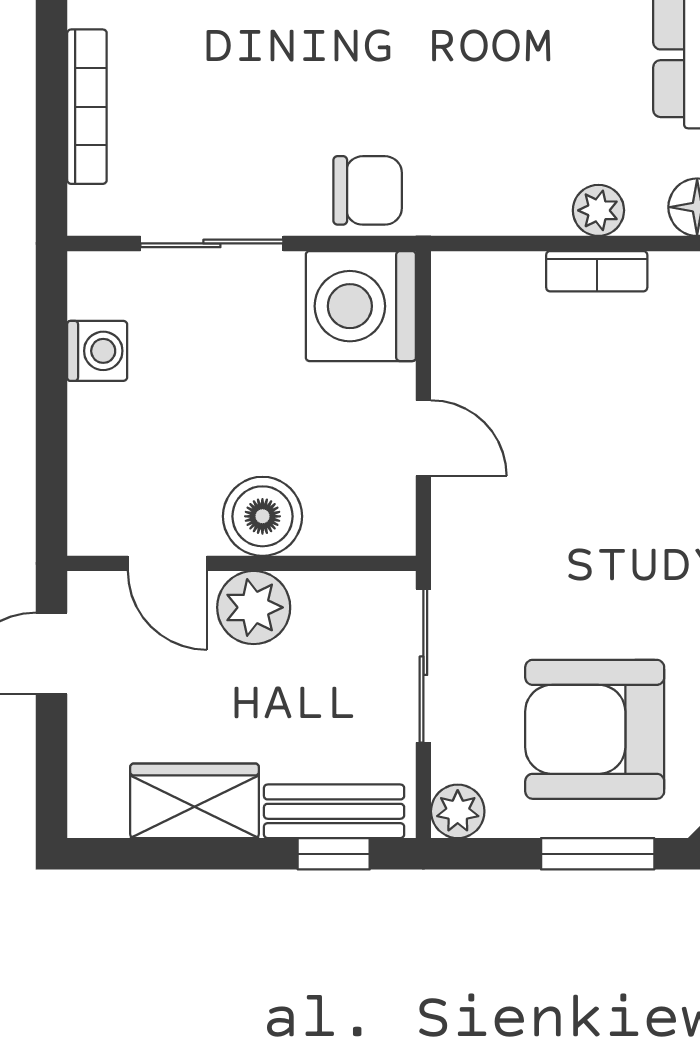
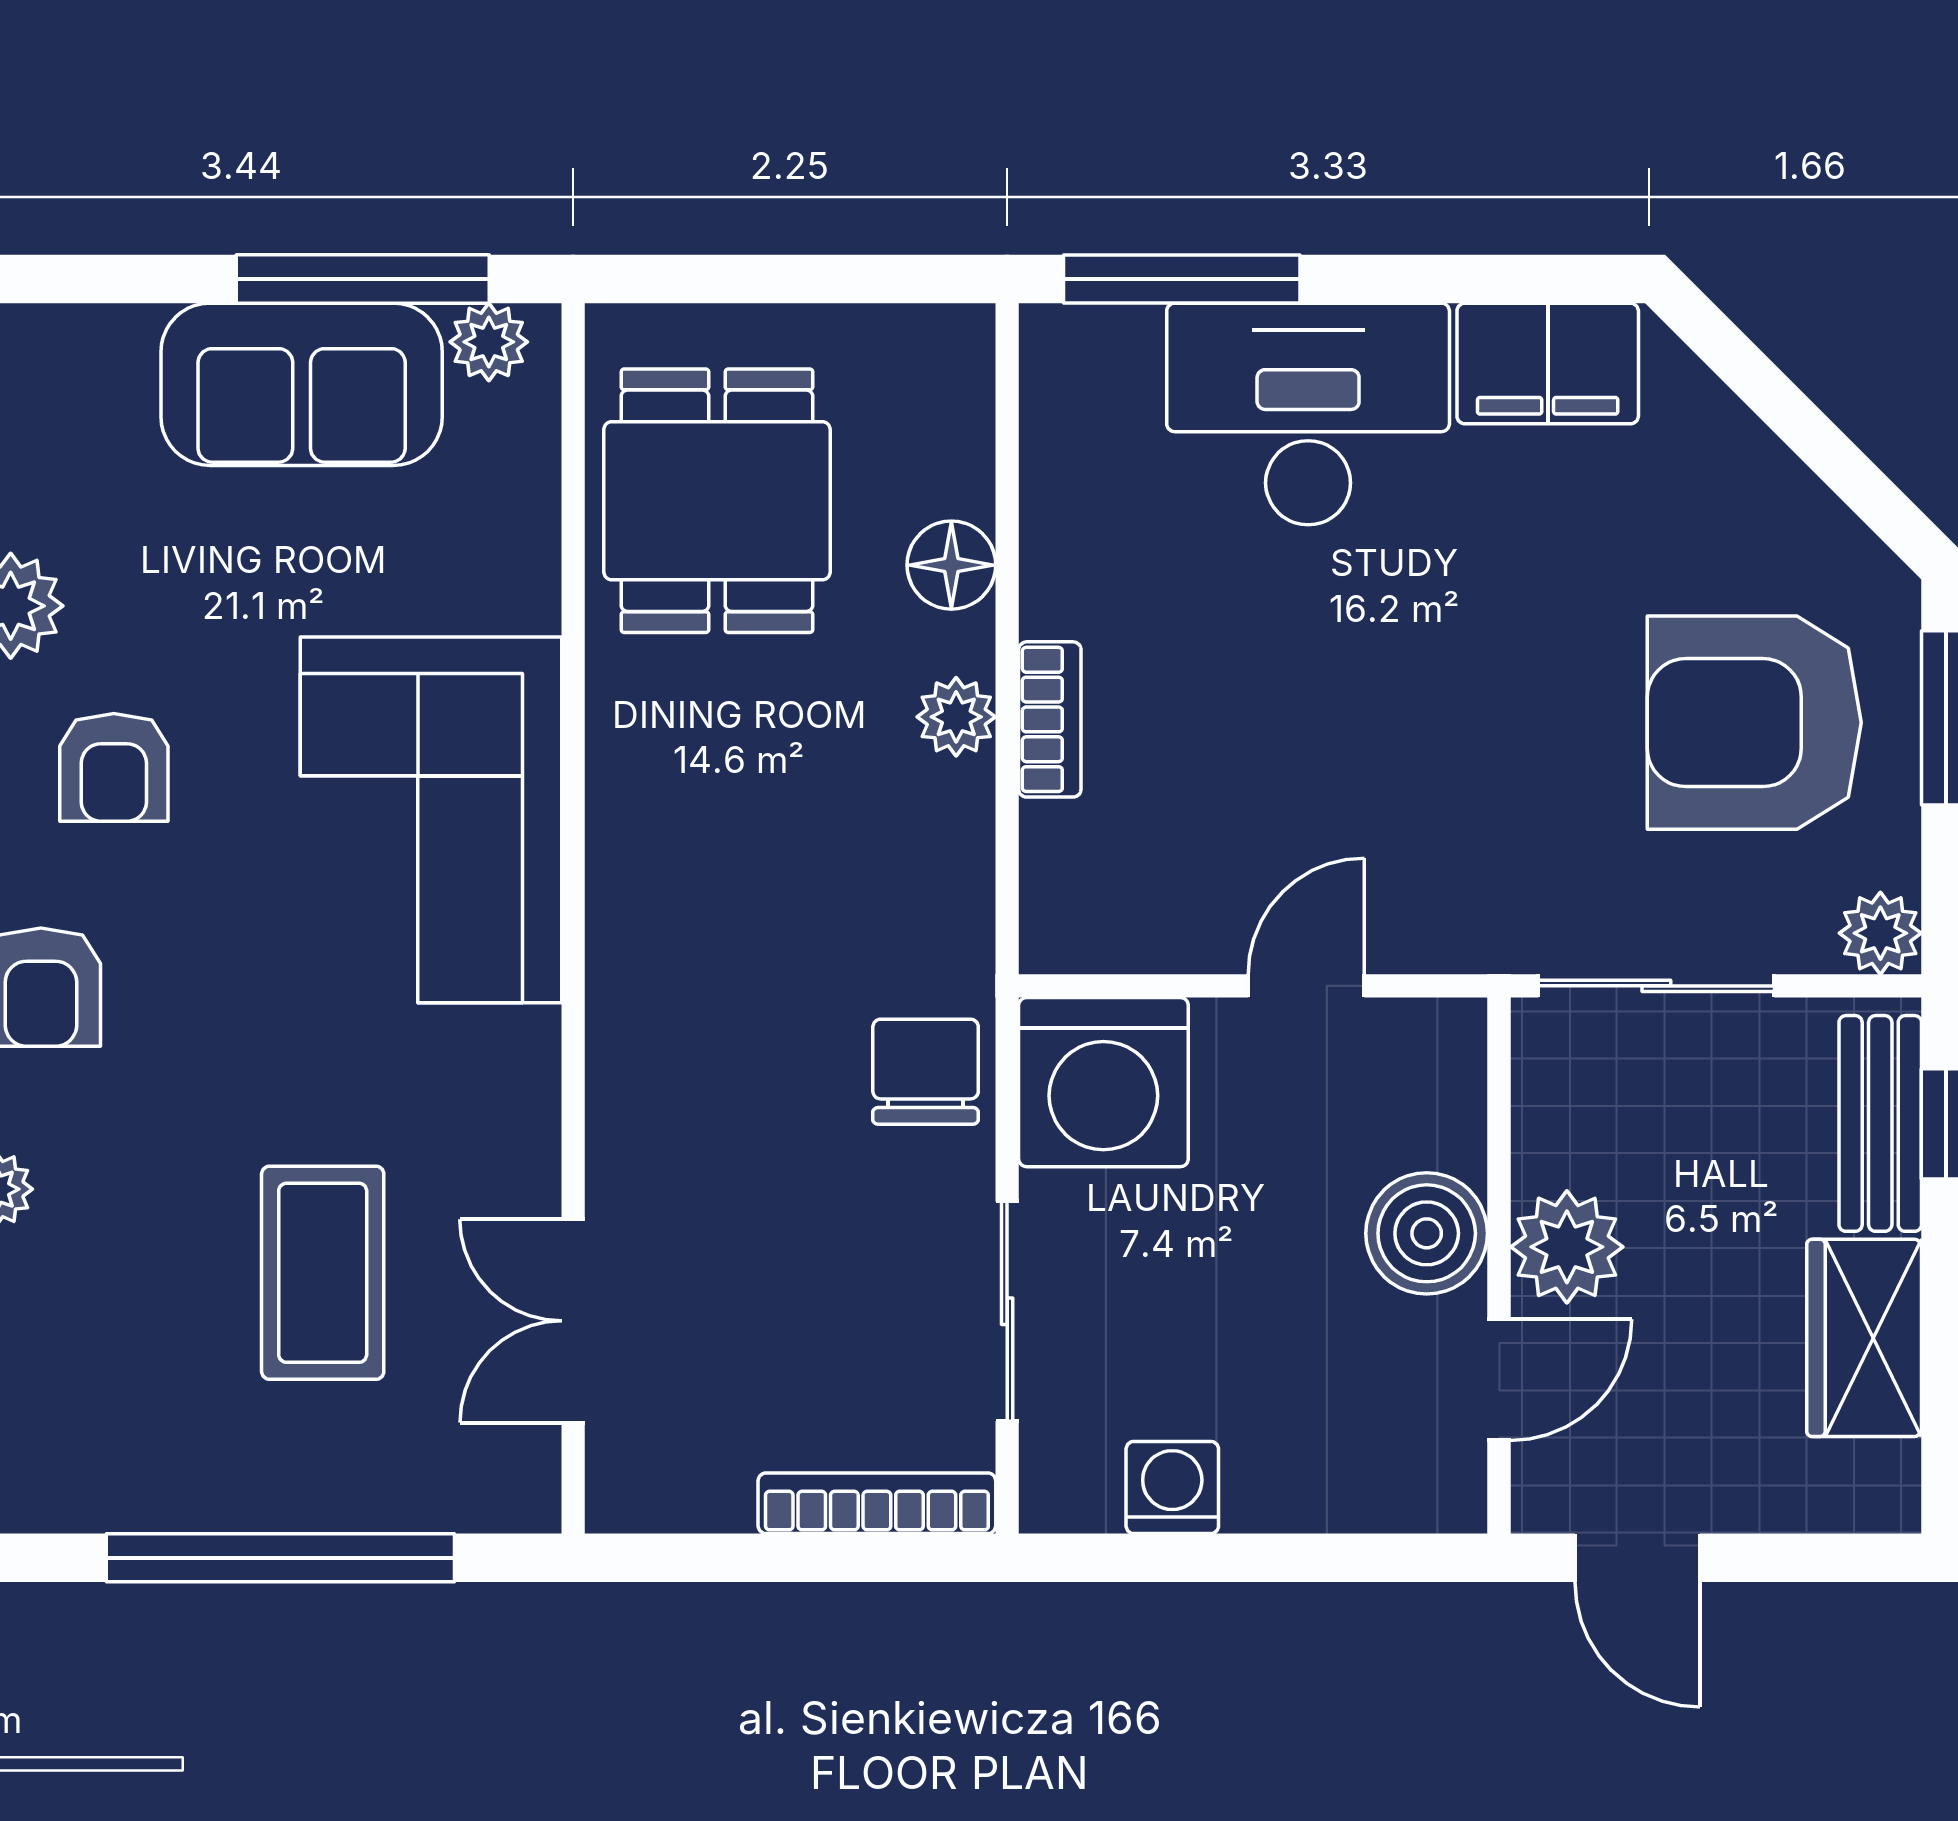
bookcase: (87, 107) -> (877, 1503), moved
armchair: (595, 729) -> (1754, 723), turned 90

